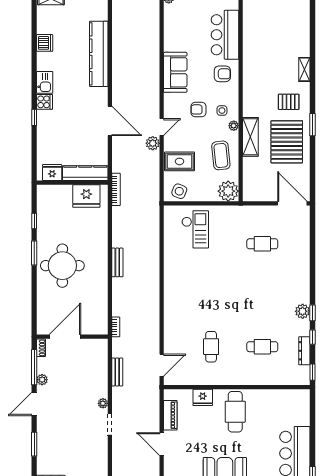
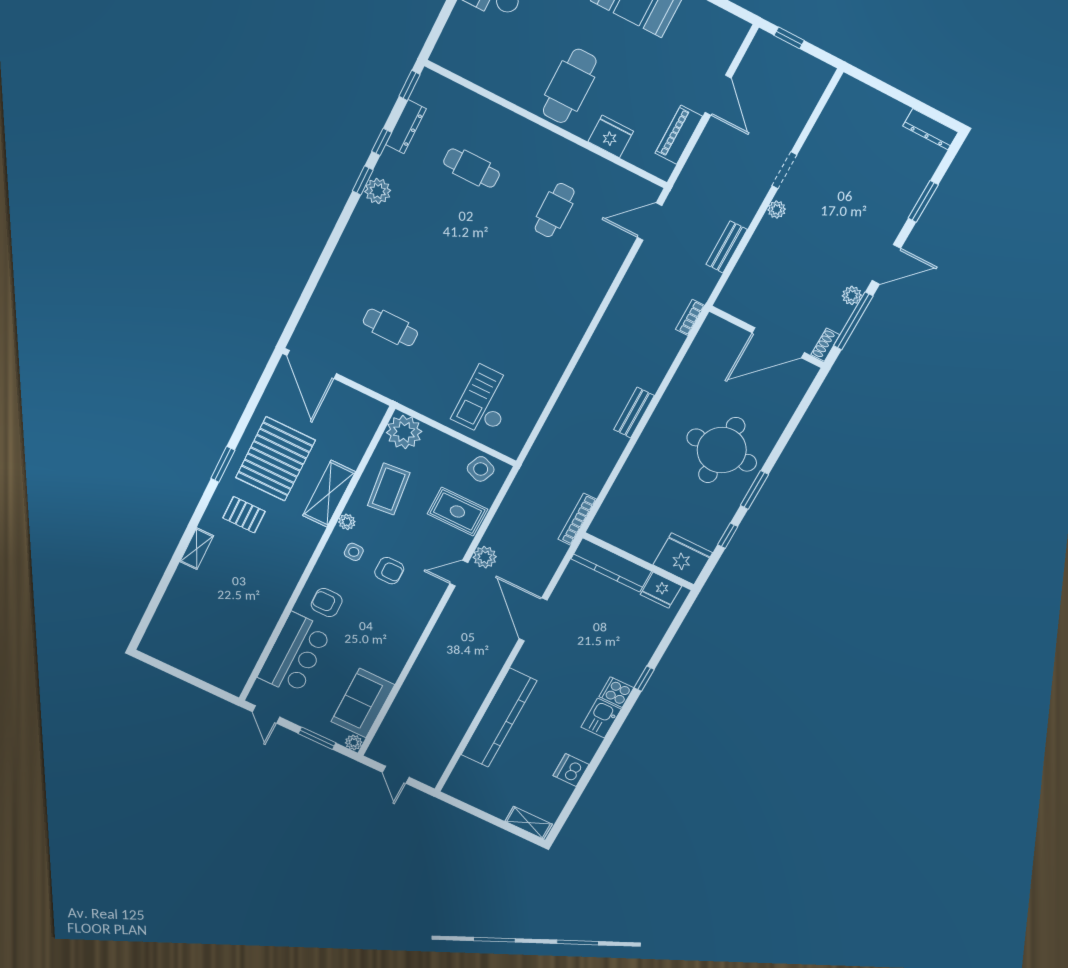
sofa: (175, 72) -> (363, 703), moved
fridge: (86, 196) -> (683, 559), moved

